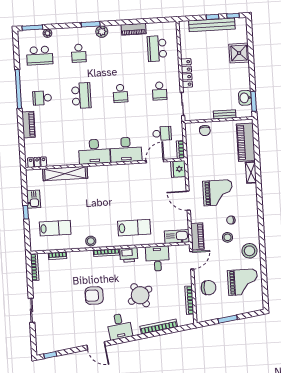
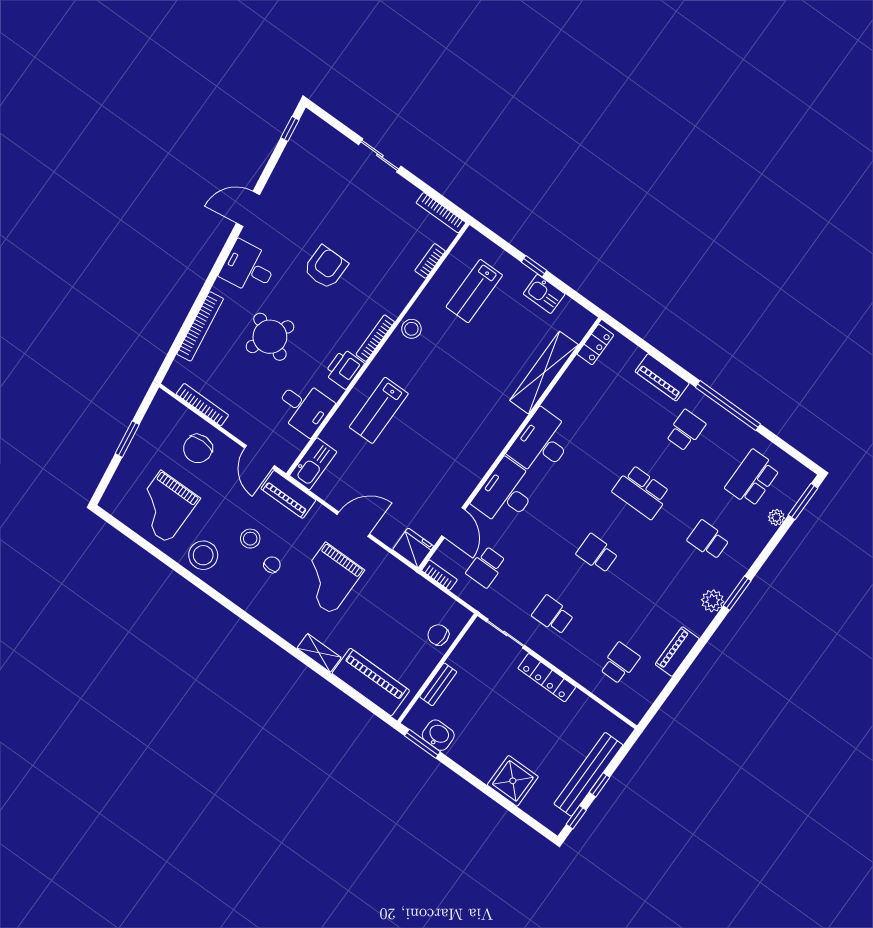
school desk: (157, 49) -> (620, 663), width x0.54
round table: (140, 295) -> (270, 337), turned -33

